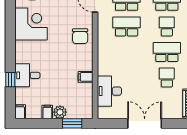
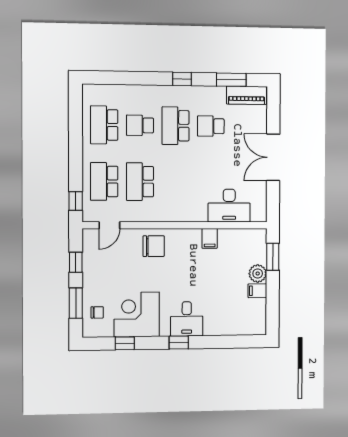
window: (10, 15) -> (125, 343), added
desk: (27, 75) -> (187, 319), moved
window: (10, 80) -> (179, 342), moved
filing cabinet: (20, 112) -> (257, 328), removed

